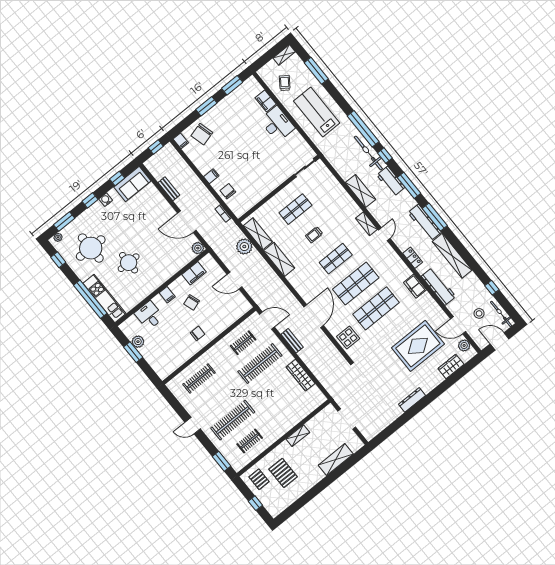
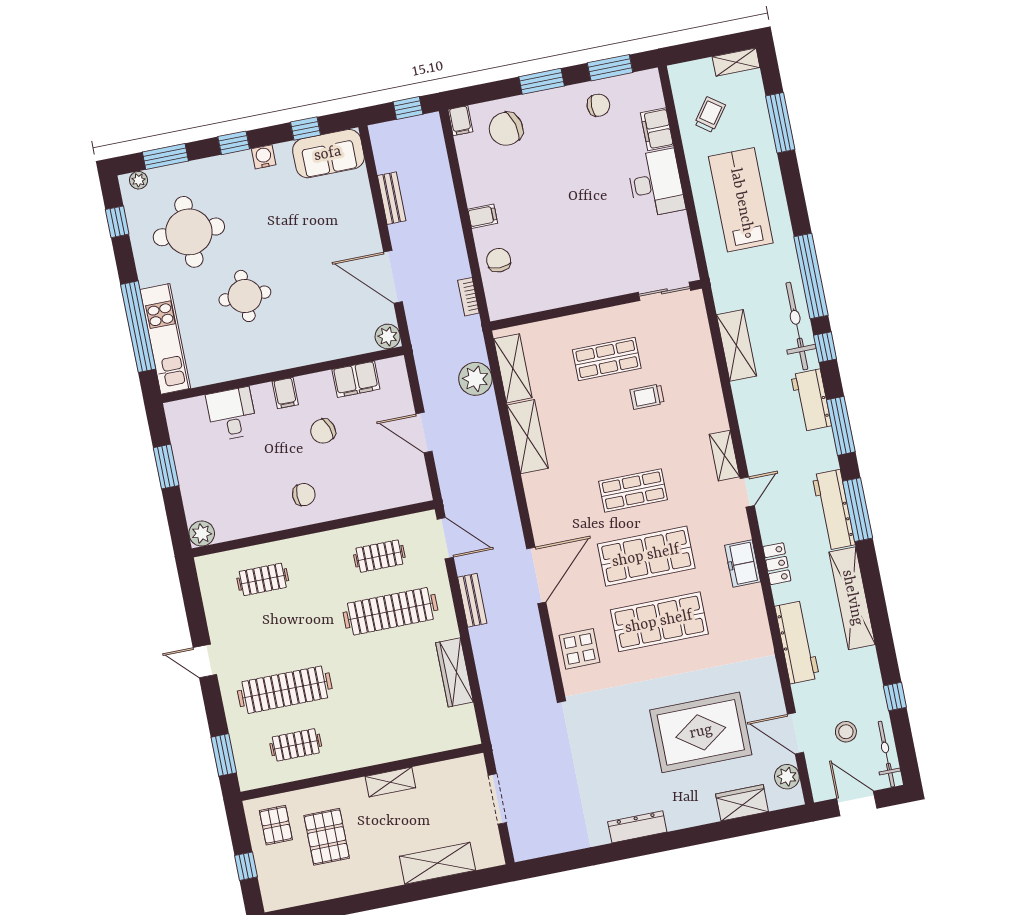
chair: (236, 104) -> (598, 105), added
shelving: (361, 191) -> (736, 345), moved
trolley: (314, 235) -> (647, 397), moved
freezer: (415, 286) -> (743, 564), moved
plant: (138, 342) -> (202, 534), moved
clothes rail: (199, 378) -> (263, 579), width x0.73

